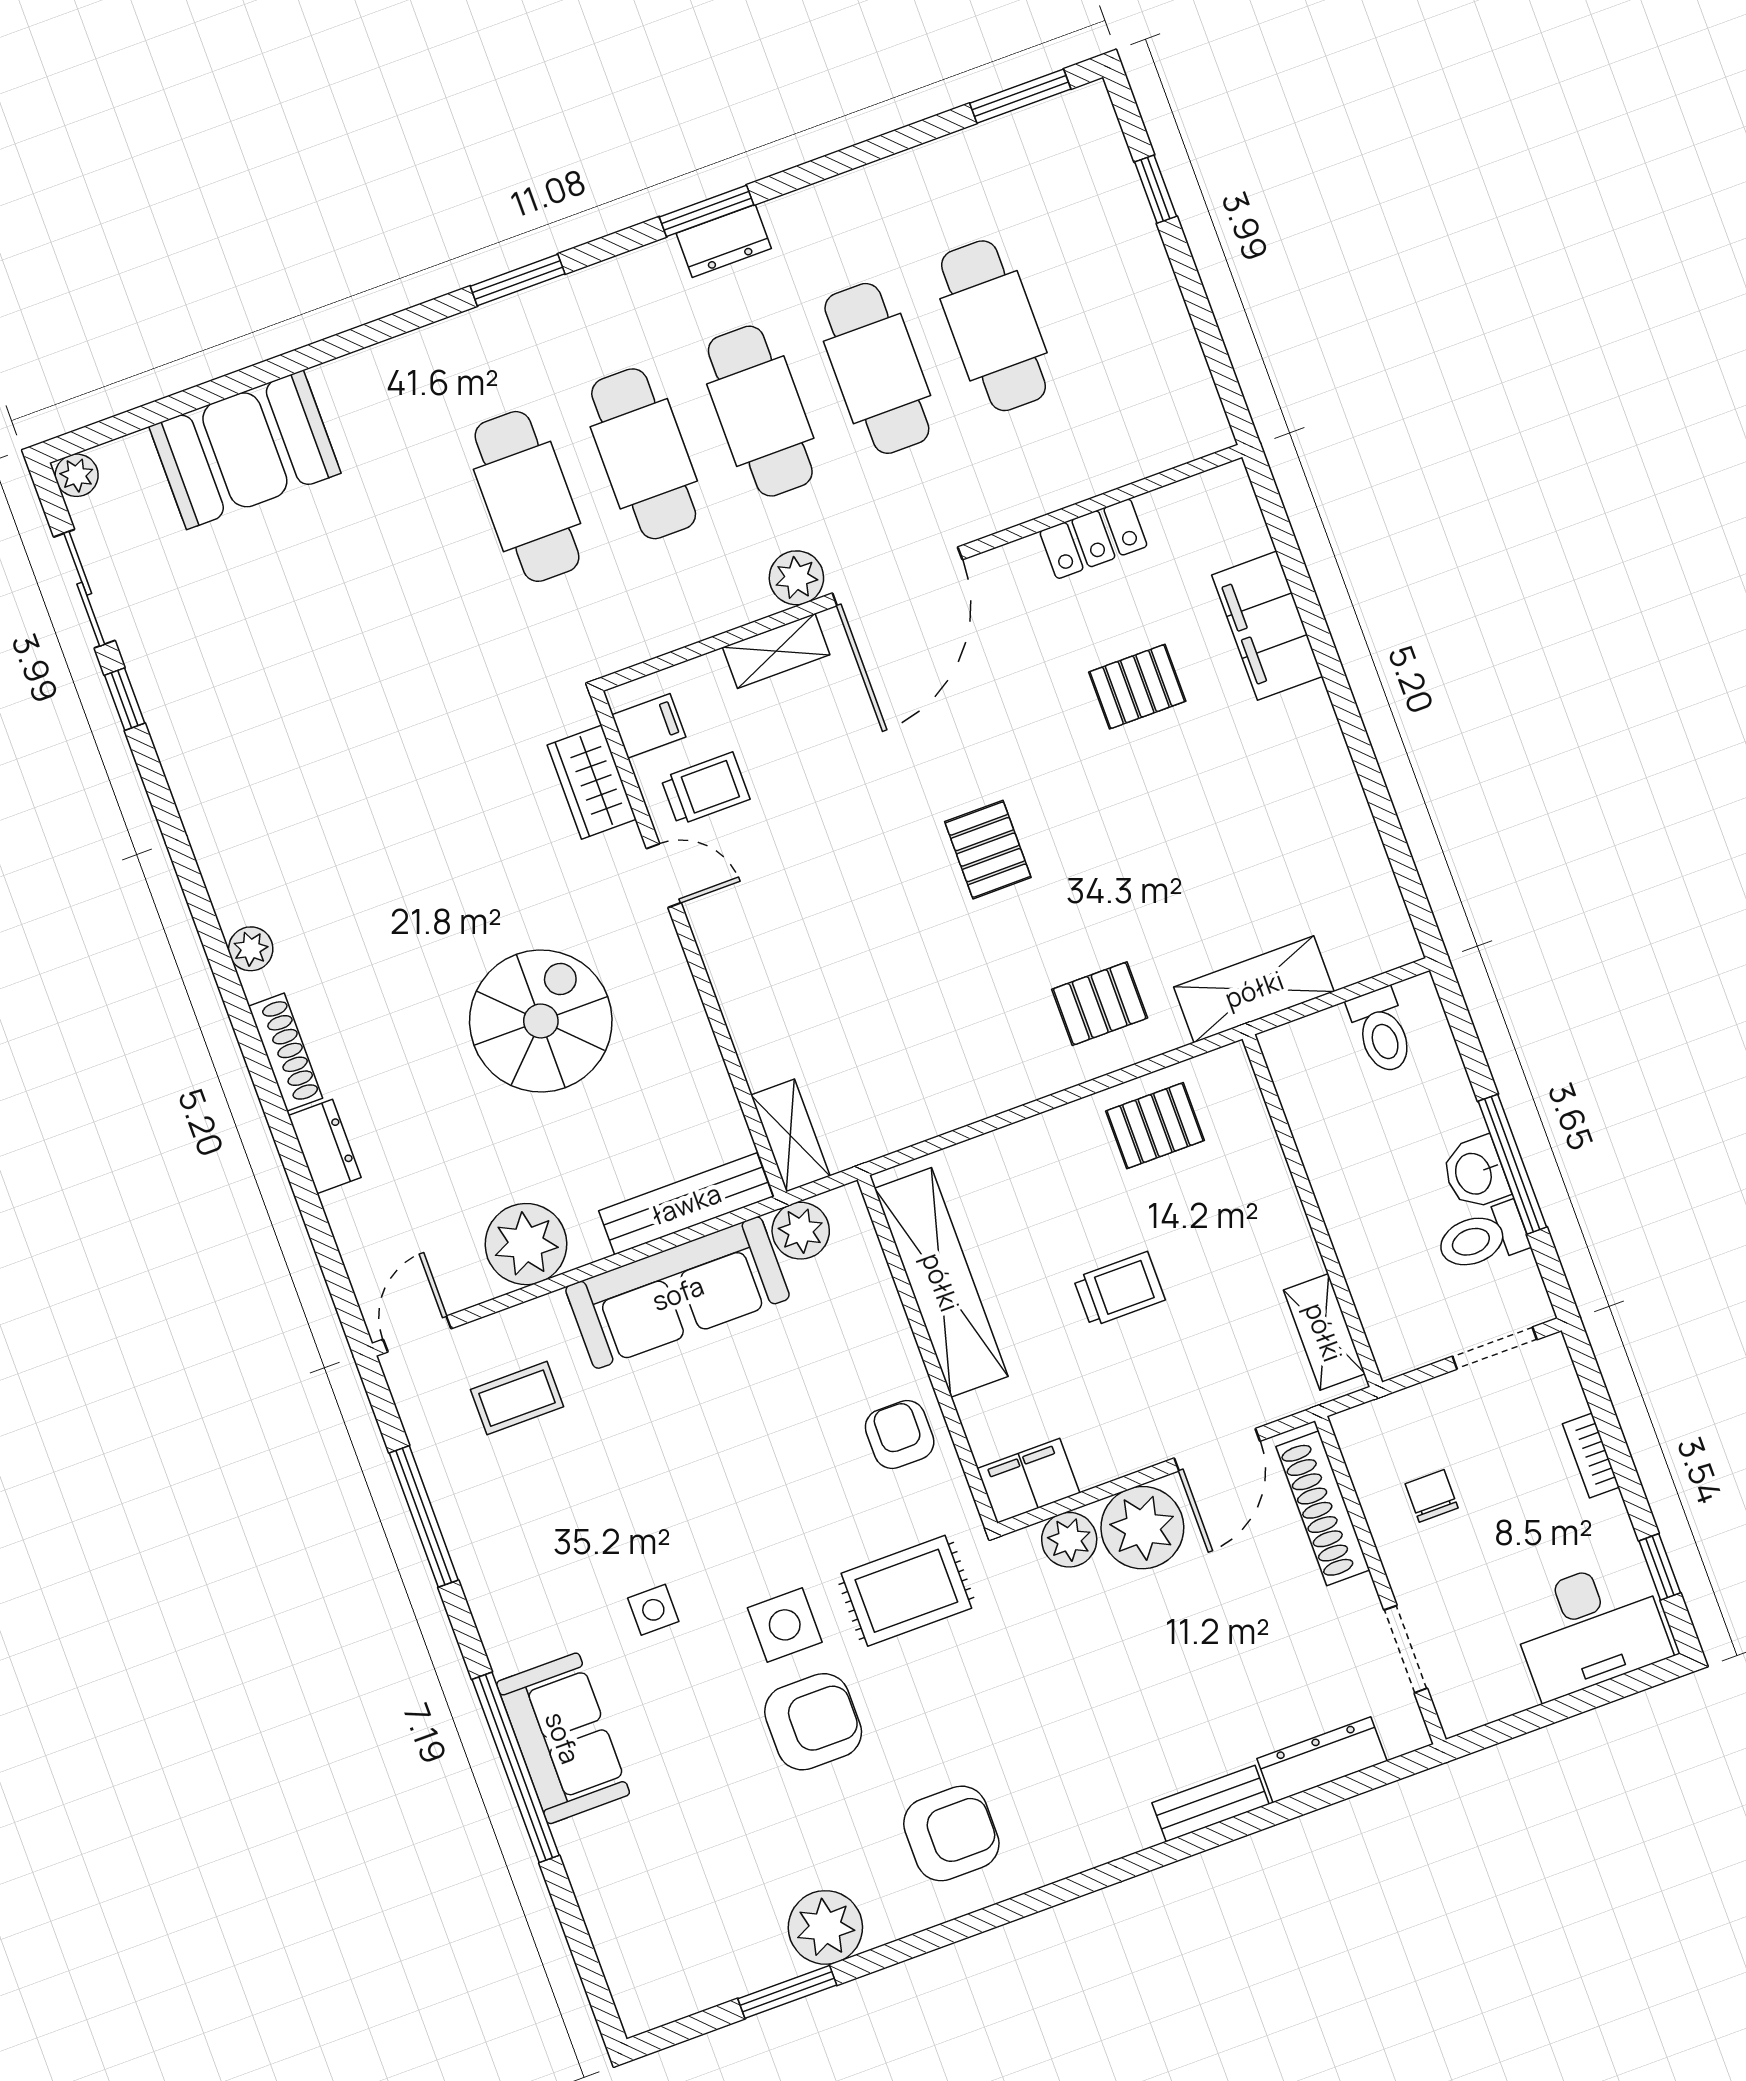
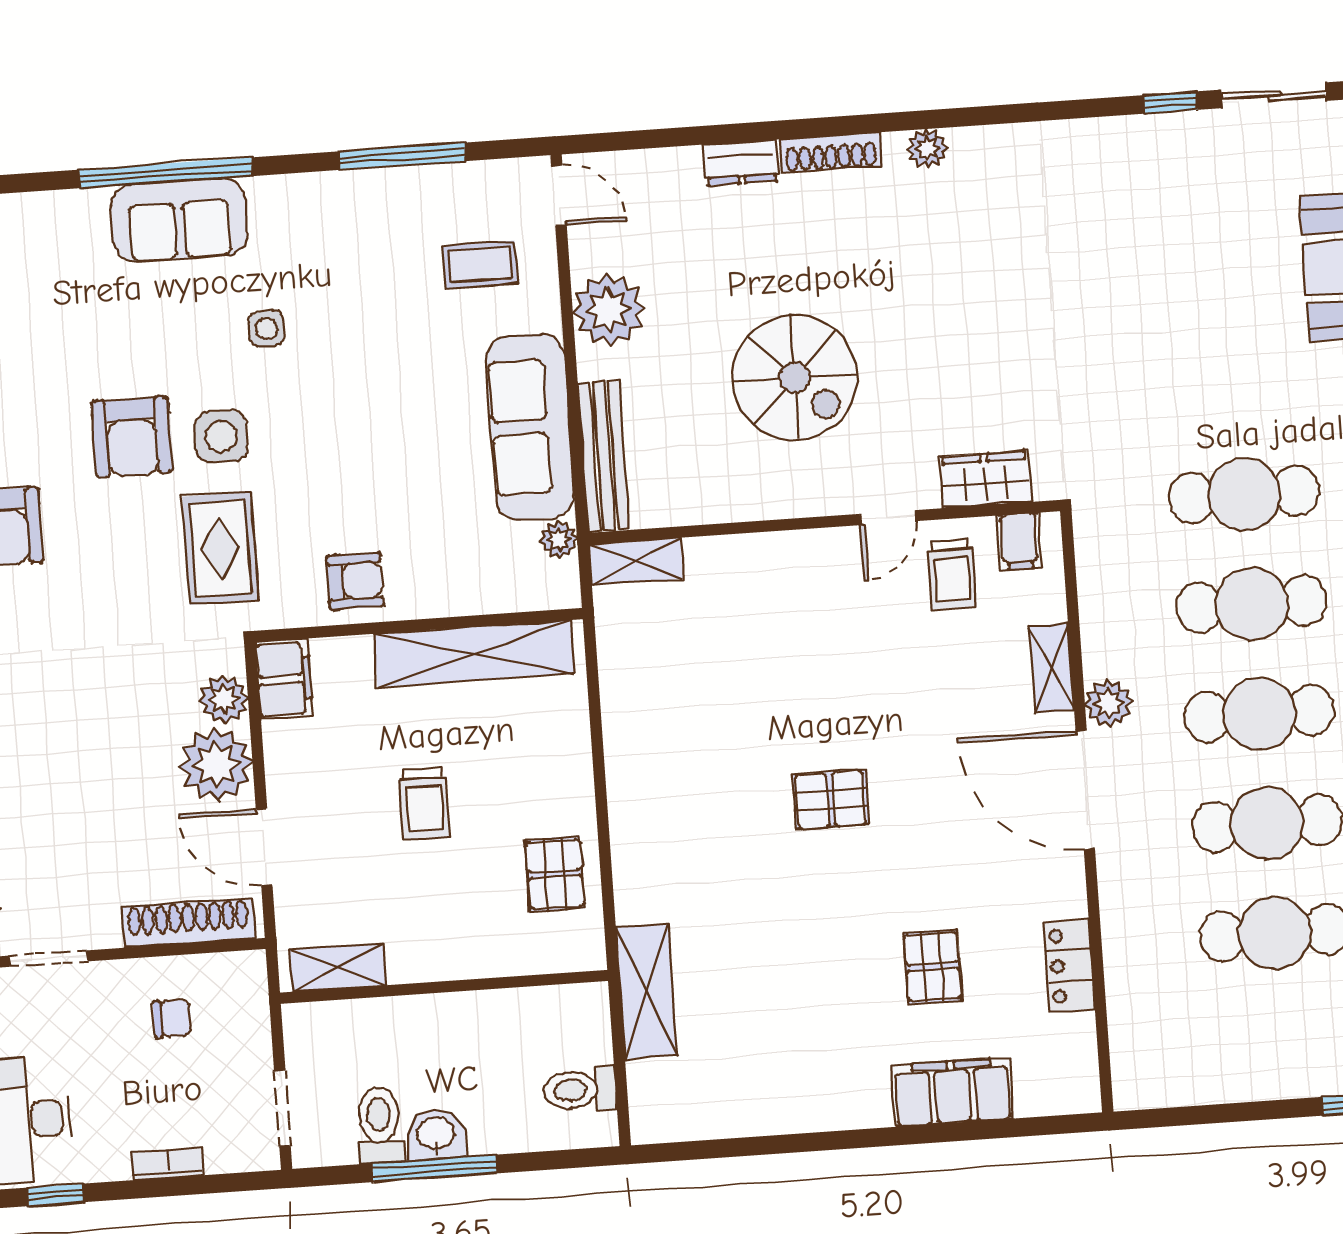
pallet: (1100, 1004) -> (672, 857), removed
plant: (801, 1231) -> (559, 540), width x0.73, depth x0.73
coffee table: (517, 1398) -> (480, 265), turned 90

